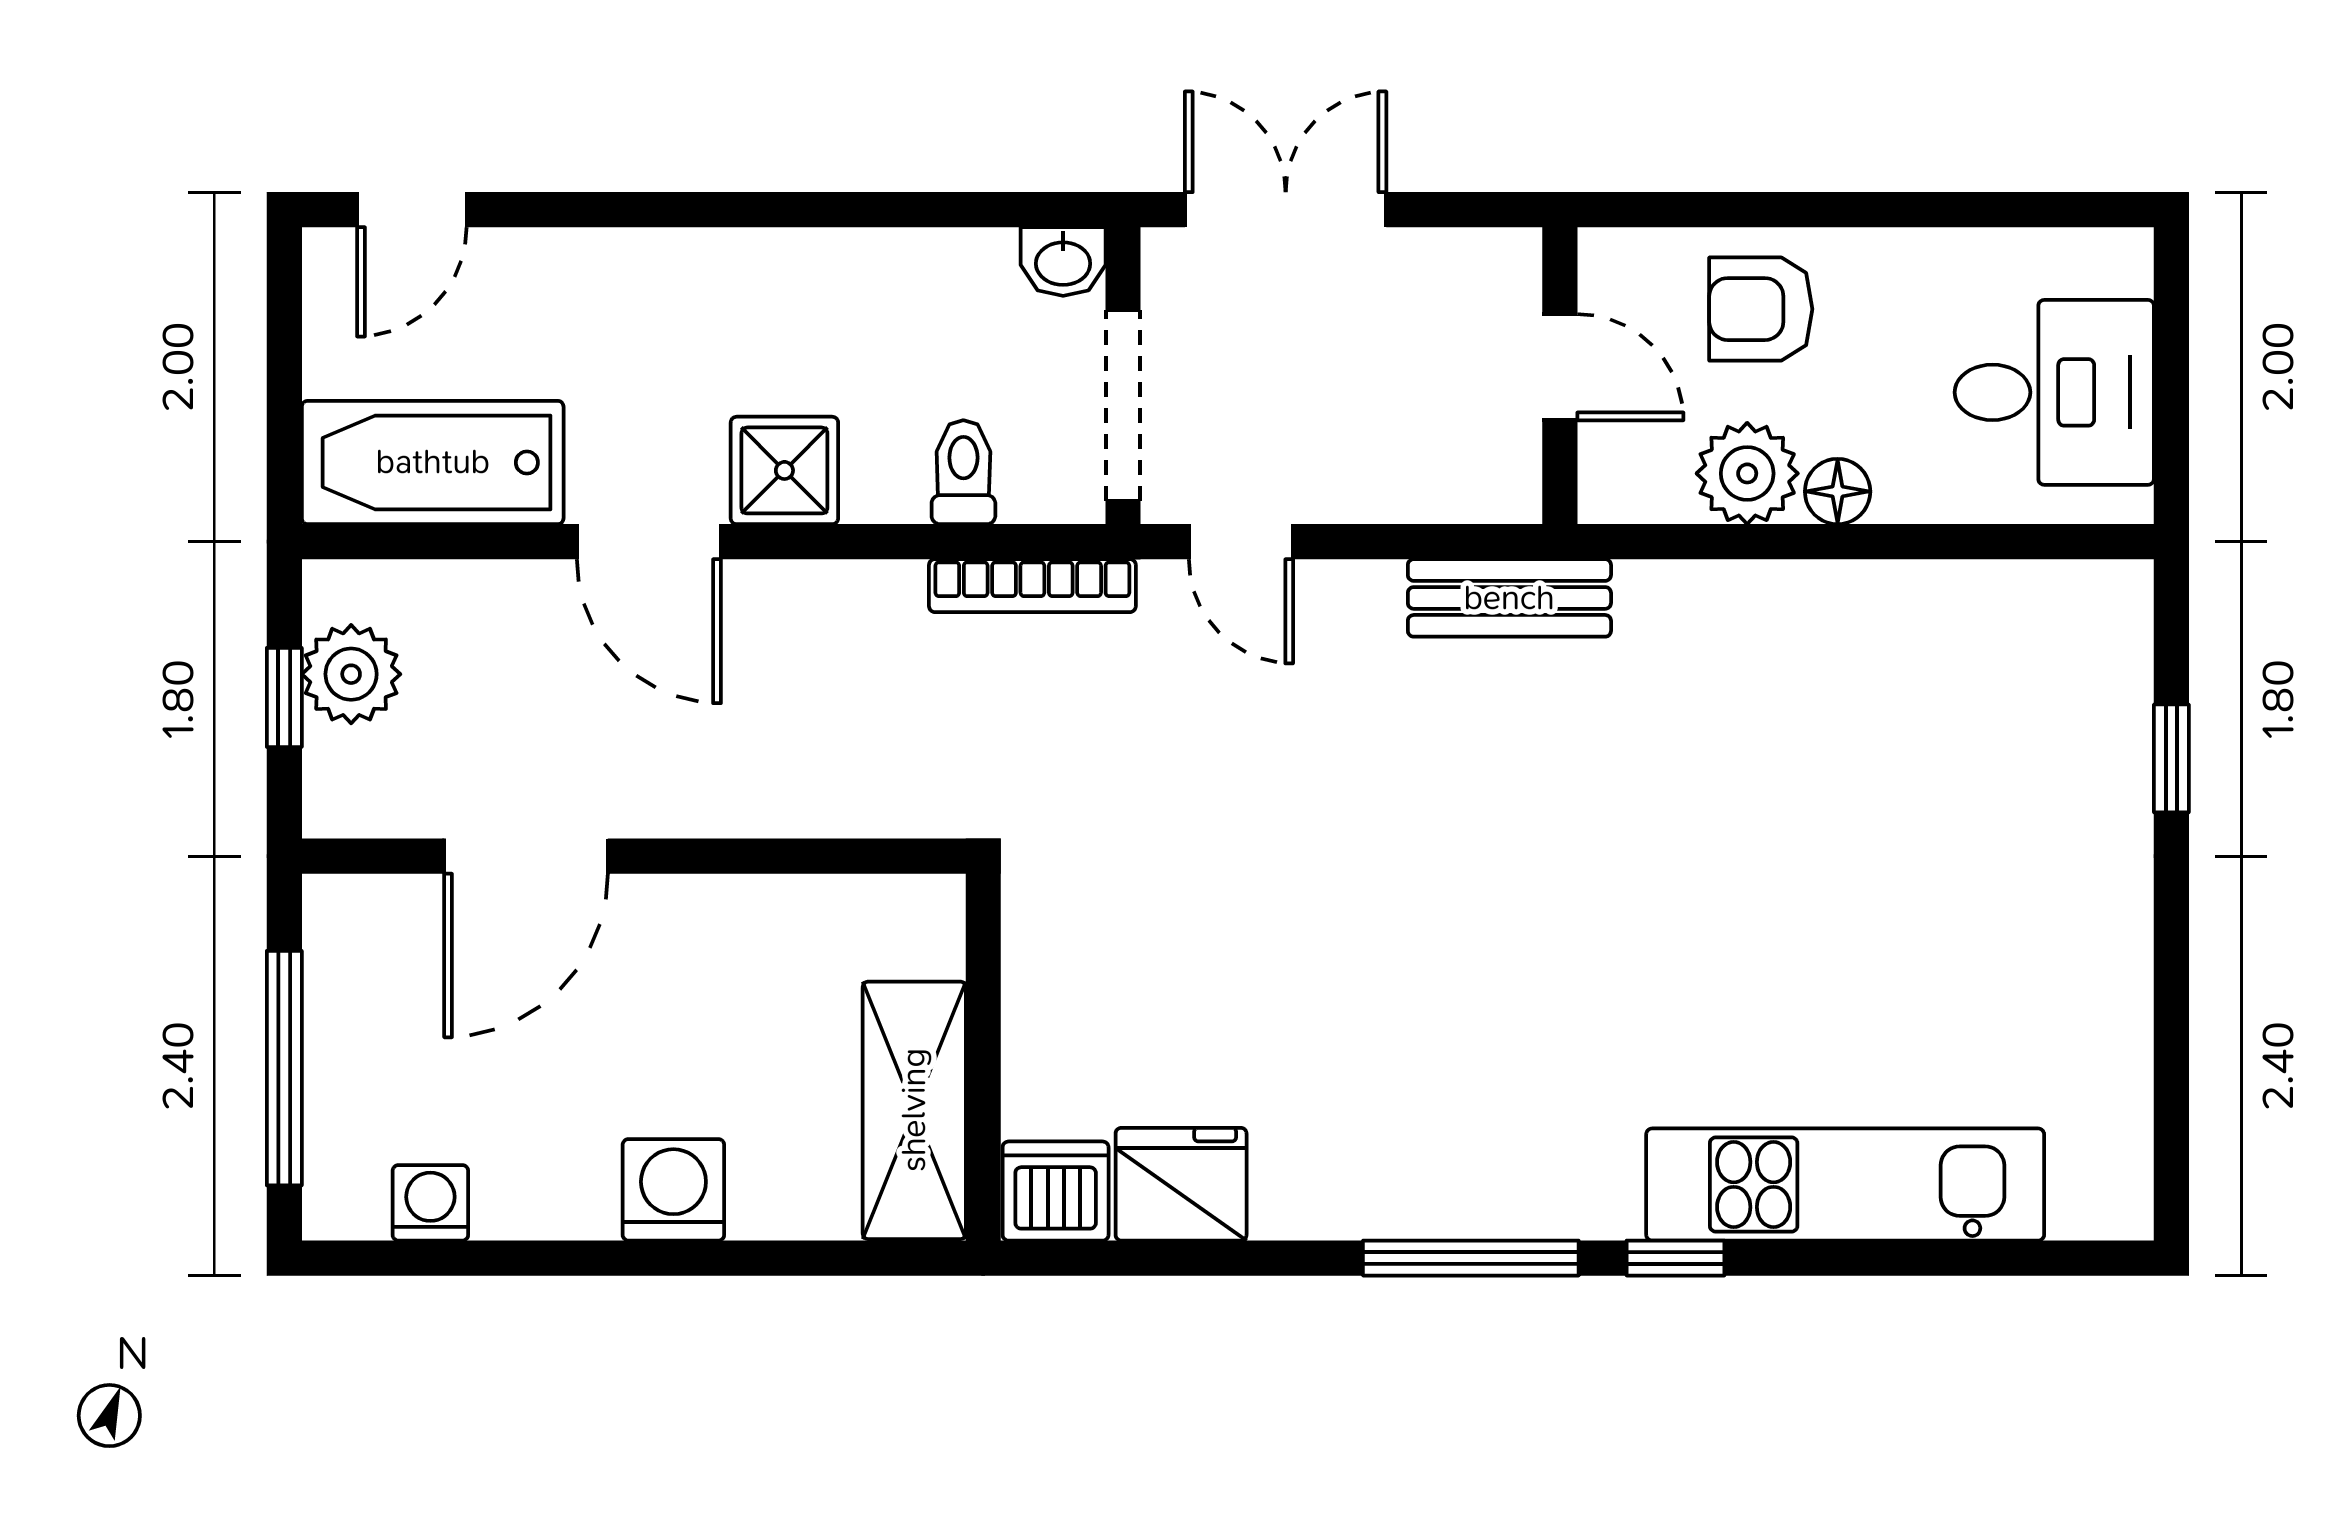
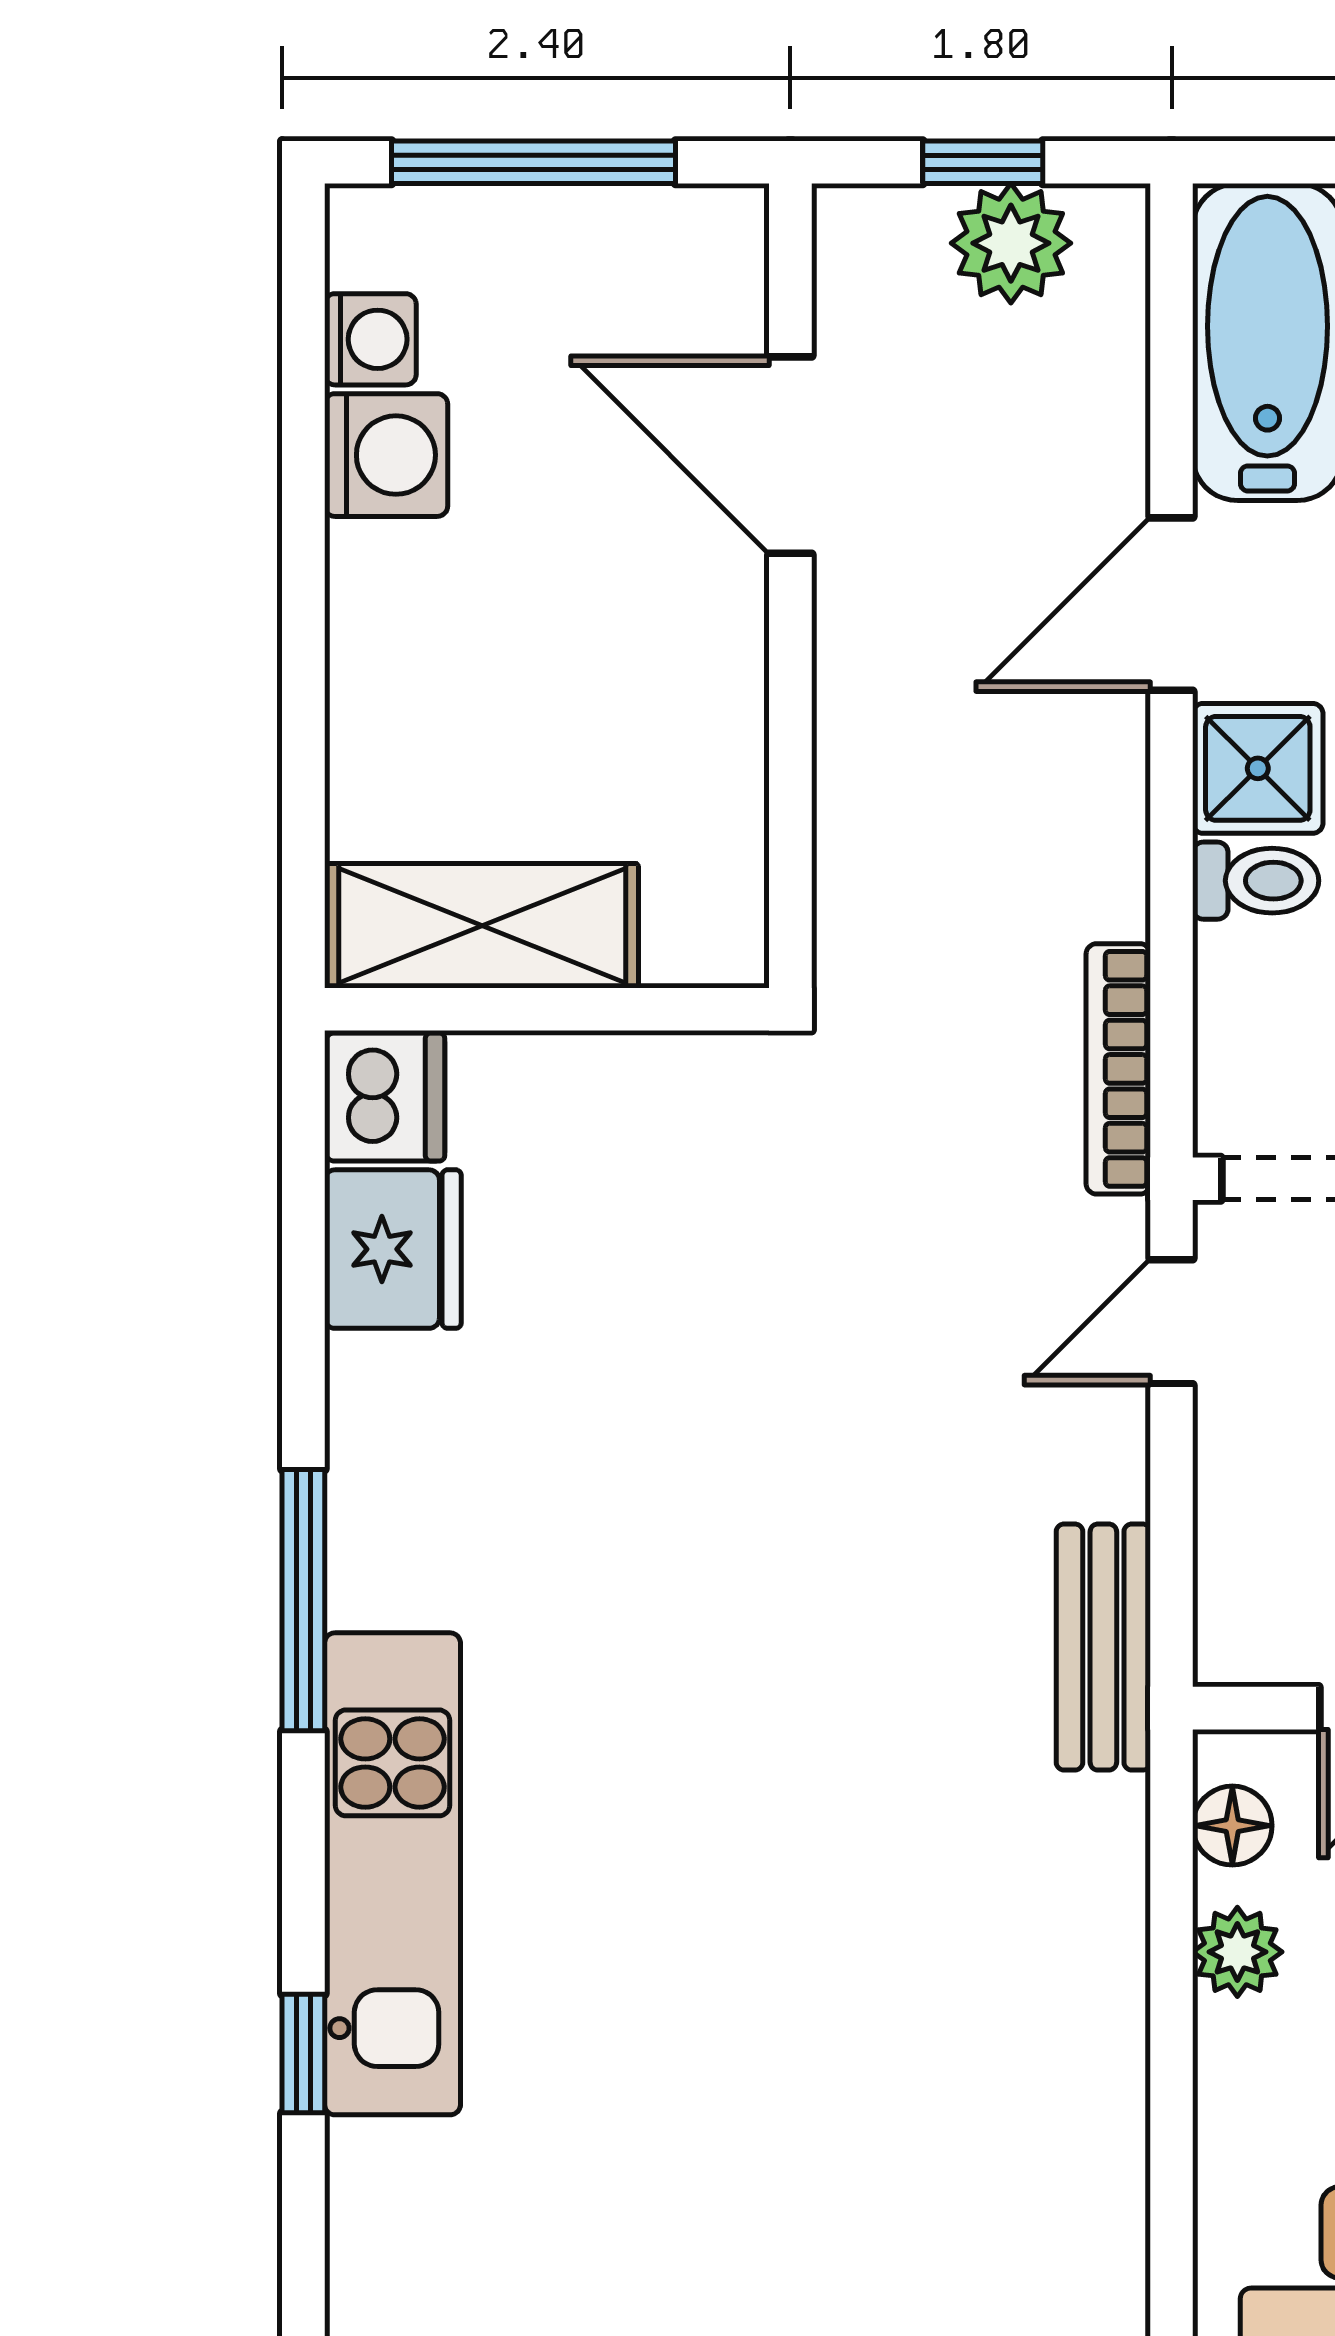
toilet: (963, 472) -> (1256, 881), moved
plant: (1747, 473) -> (1237, 1952), width x0.73, depth x0.73
floor lamp: (1838, 491) -> (1232, 1826), moved
kitchen unit: (1845, 1185) -> (392, 1874), moved
washing machine: (673, 1190) -> (386, 455), moved
window: (1676, 1258) -> (303, 2053), moved

